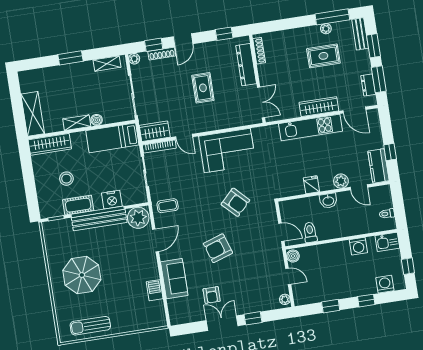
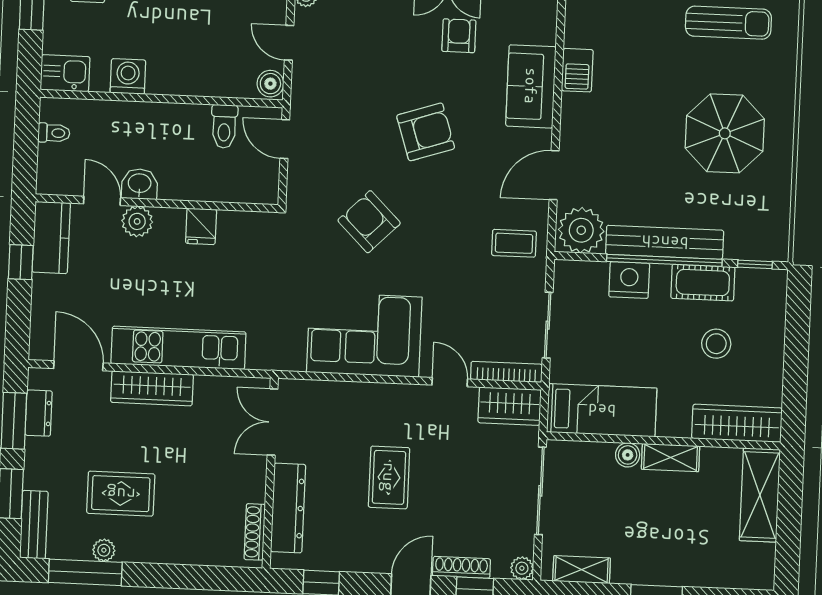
washbasin: (328, 201) -> (140, 184), moved

